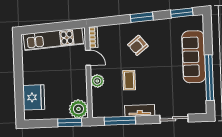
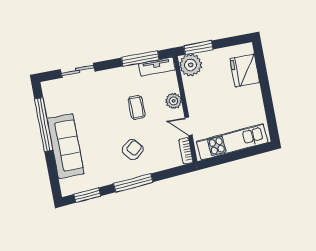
window: (142, 17) -> (133, 183), width x1.44
tv unit: (140, 111) -> (157, 67), moved

